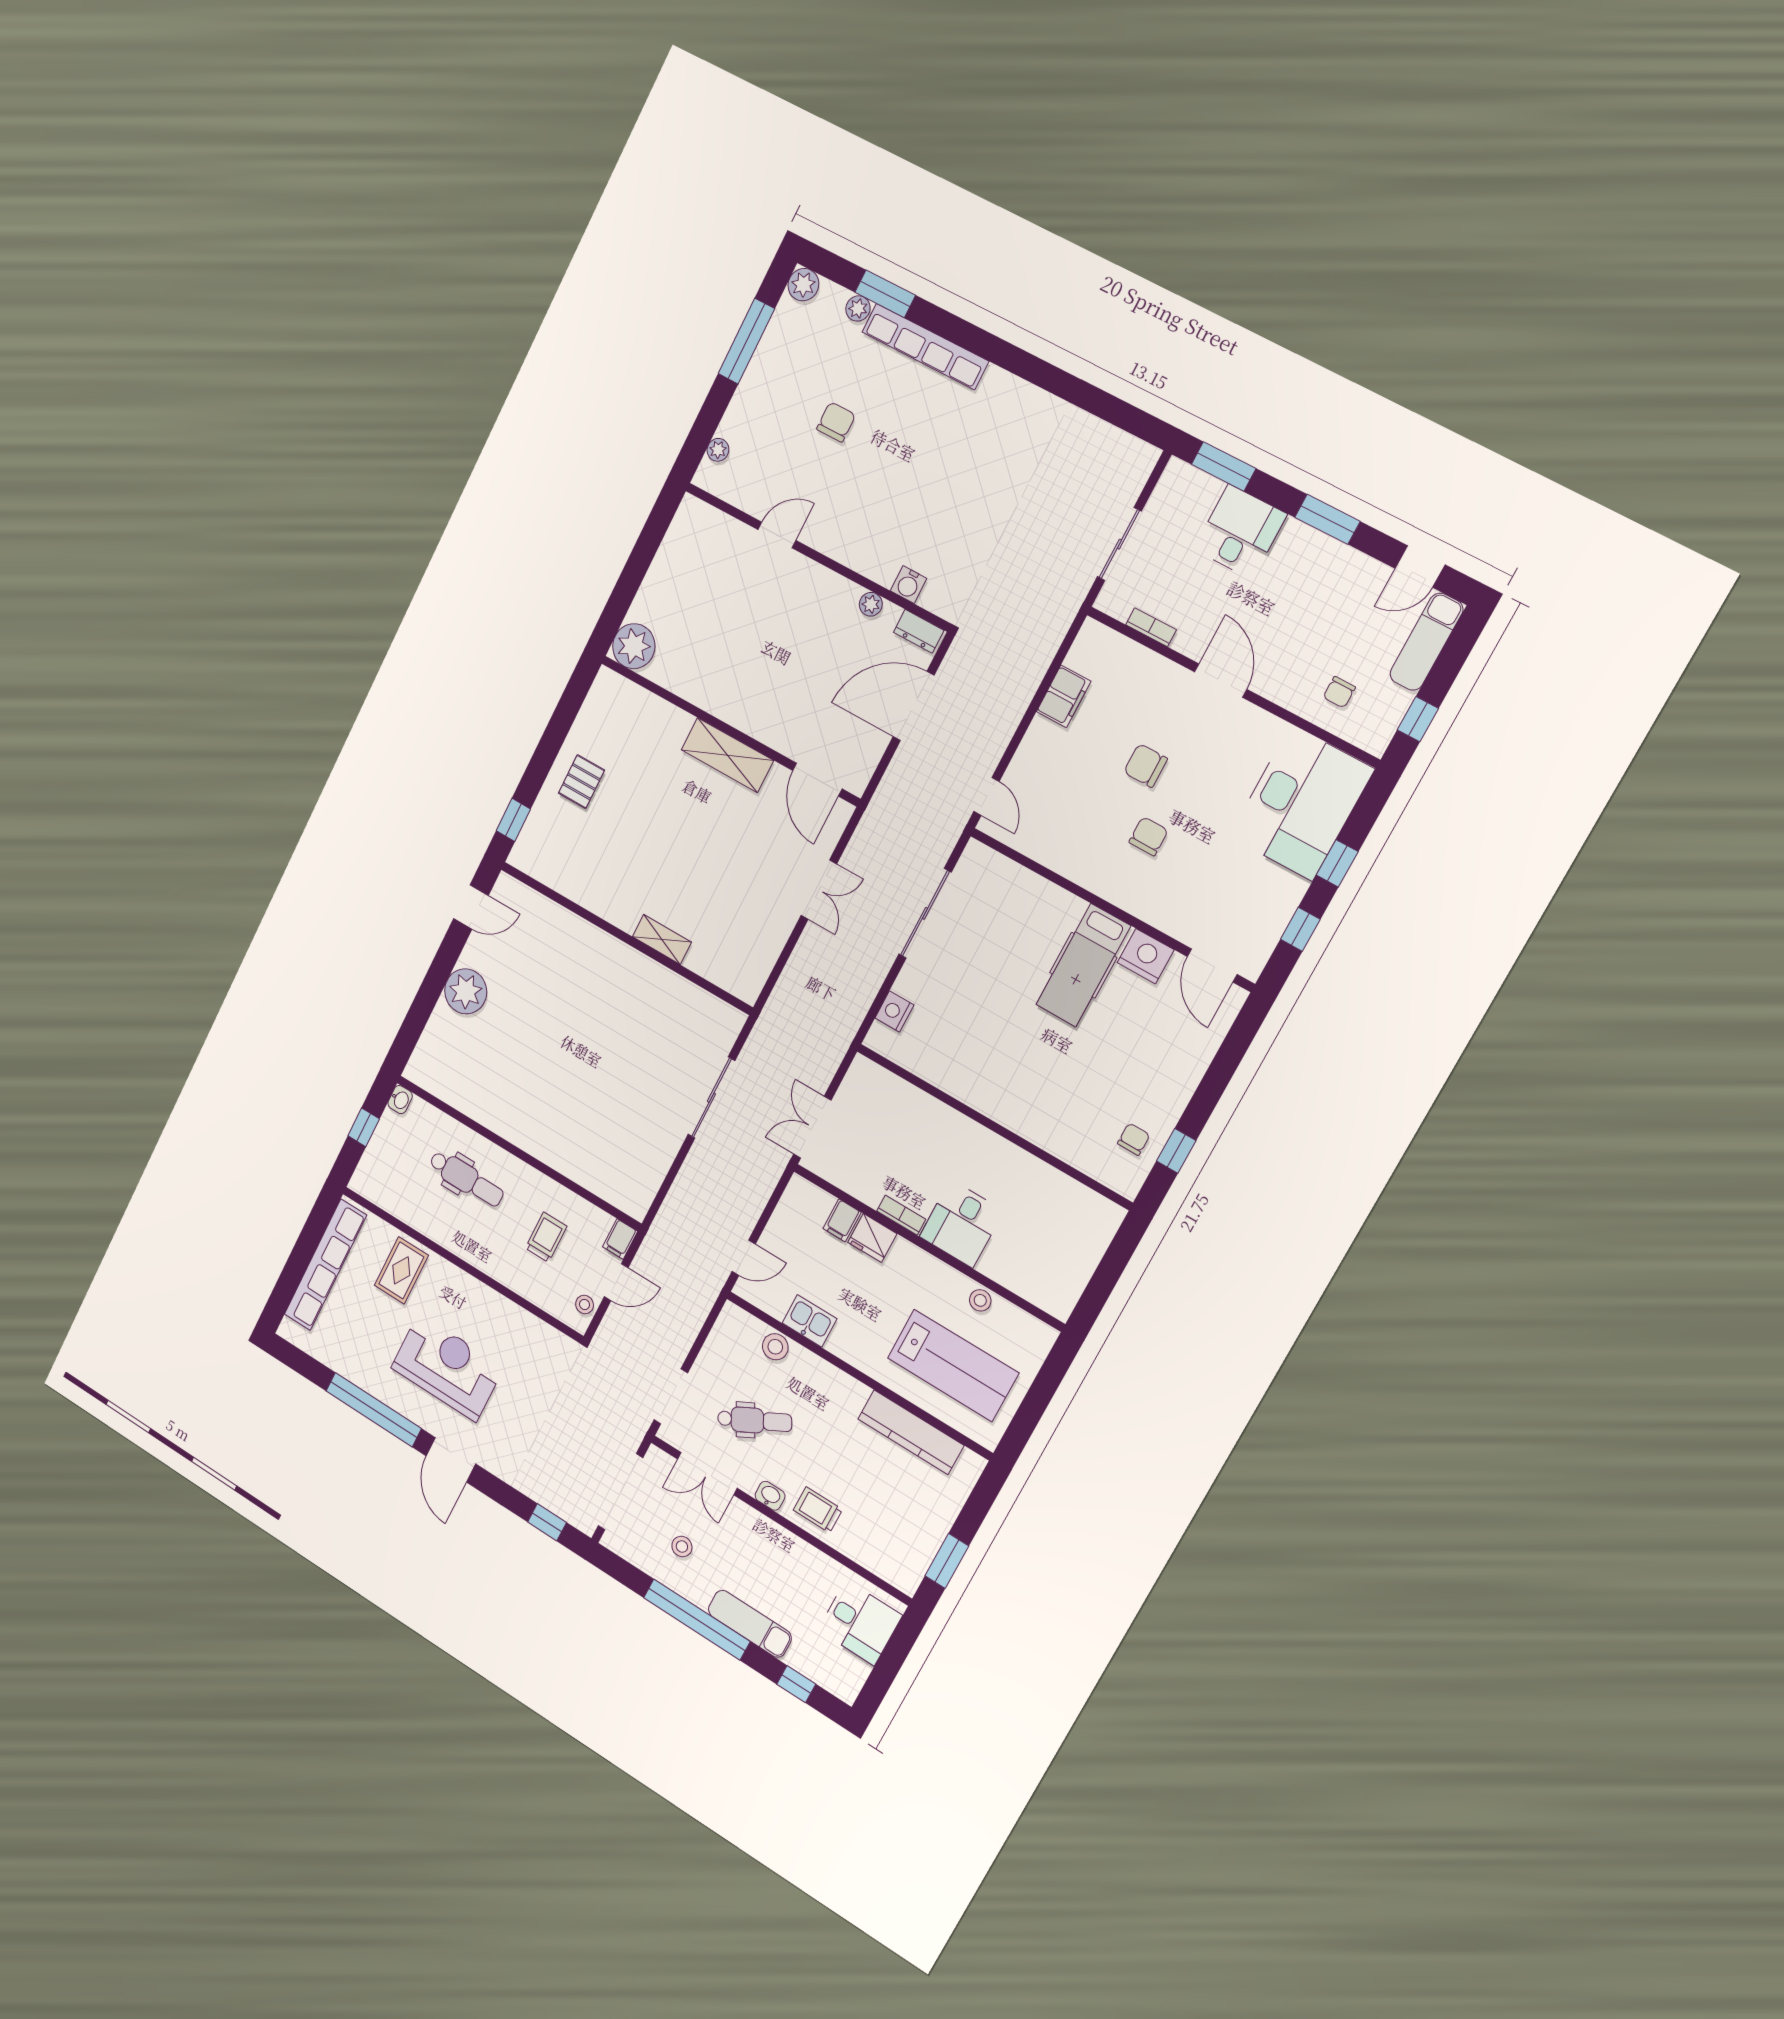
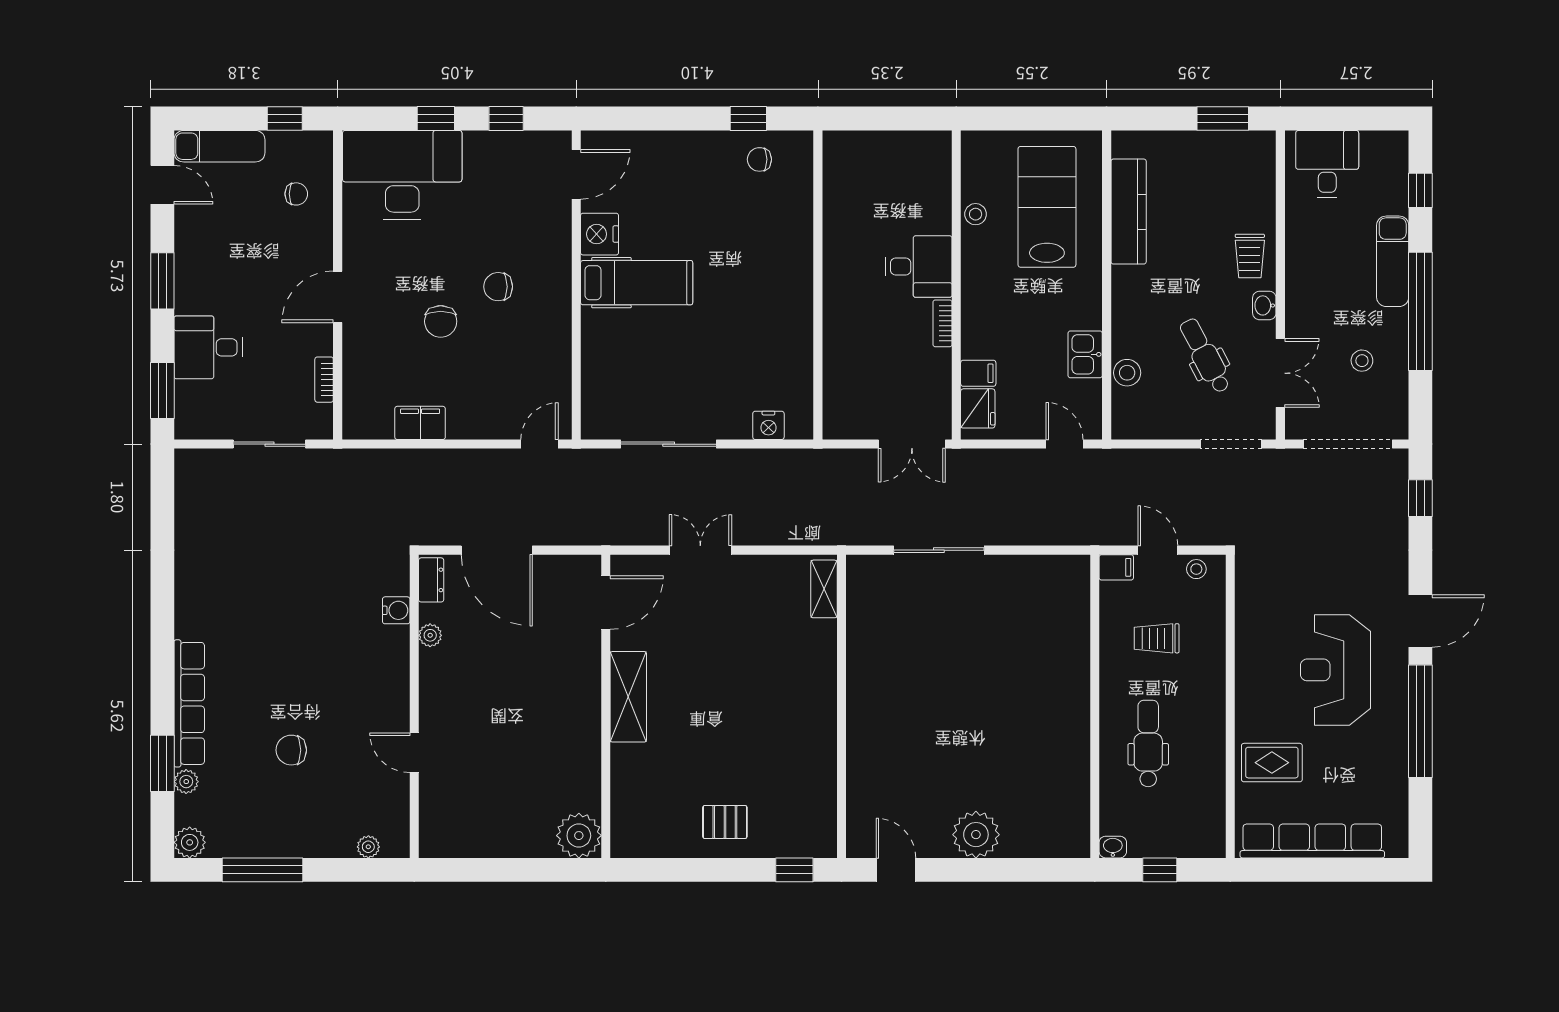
shelving: (662, 939) -> (824, 589), moved
fridge: (872, 1238) -> (978, 408), moved

